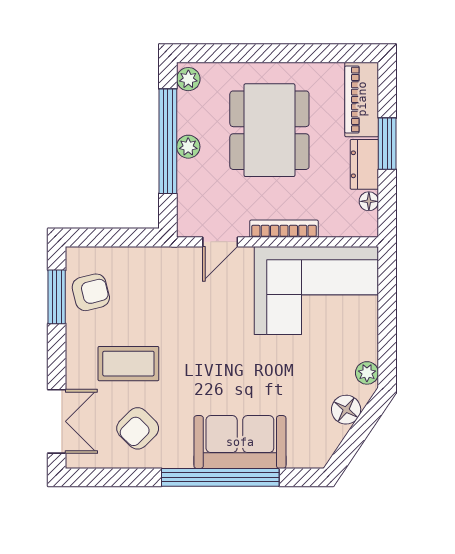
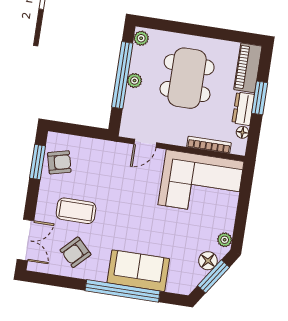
bookcase: (284, 229) -> (209, 145), moved
window: (359, 433) -> (214, 276), added

